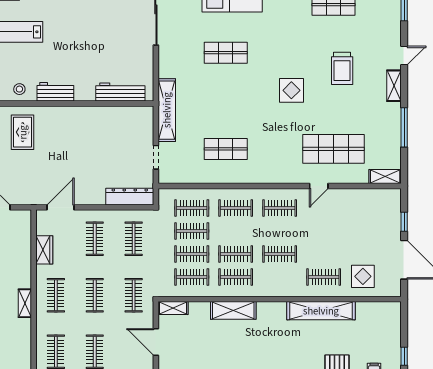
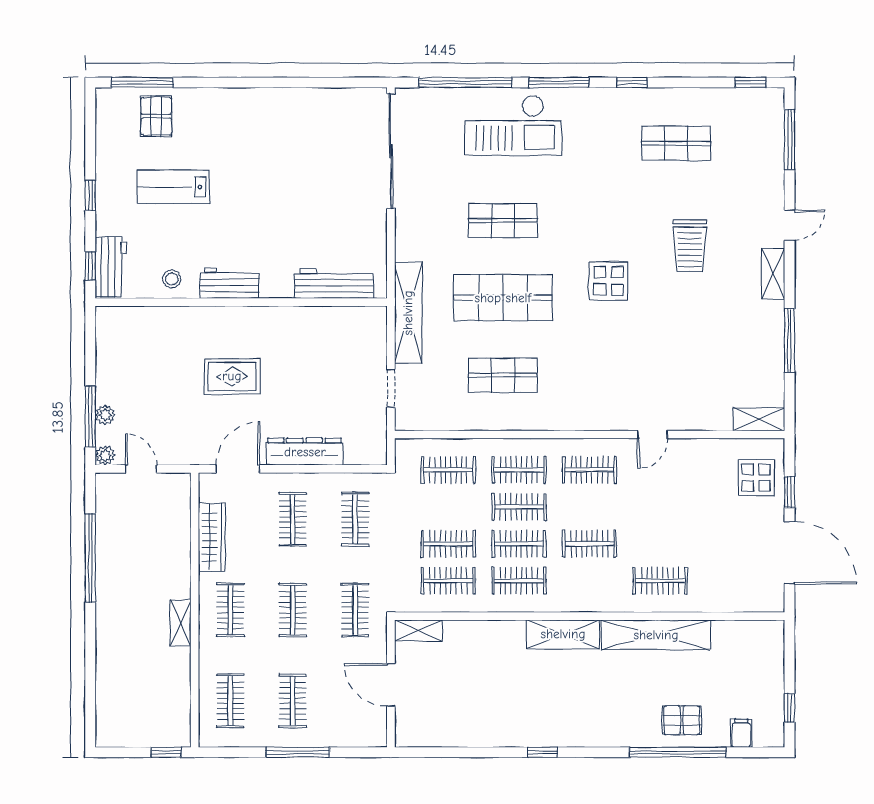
rug: (23, 132) -> (232, 376), moved, turned 90
shop shelf: (334, 149) -> (503, 298), moved
dresser: (130, 197) -> (305, 452), moved
clothes rail: (192, 231) -> (519, 507), moved
wardrobe: (44, 250) -> (212, 537), width x1.50
display table: (363, 276) -> (756, 478), moved
shelving: (233, 310) -> (563, 634), moved

